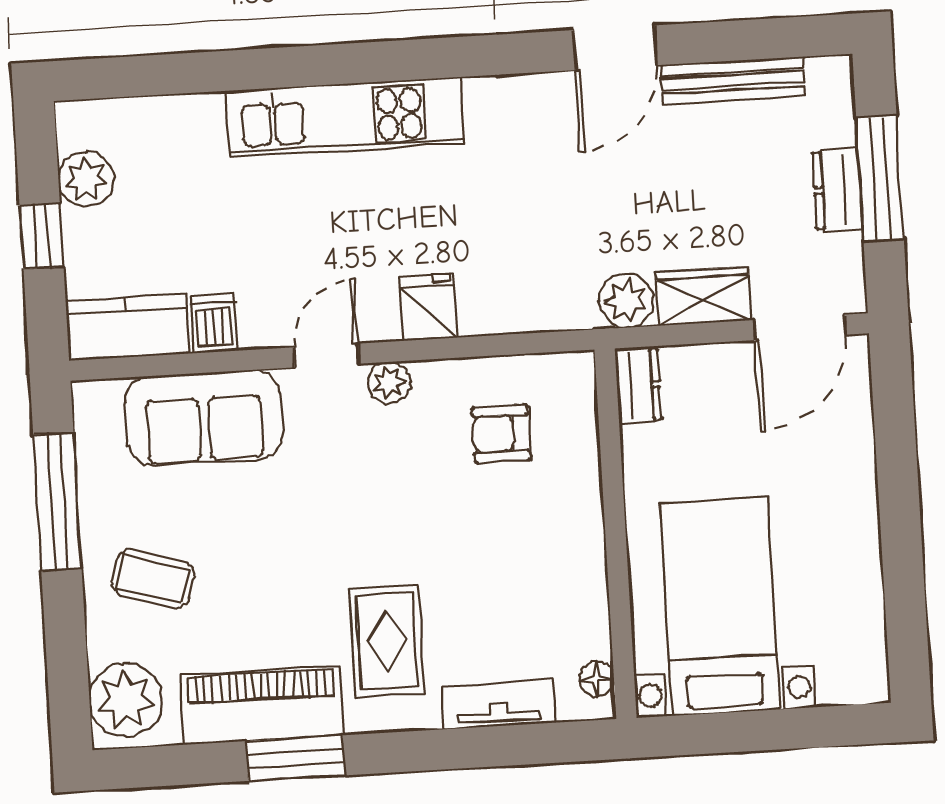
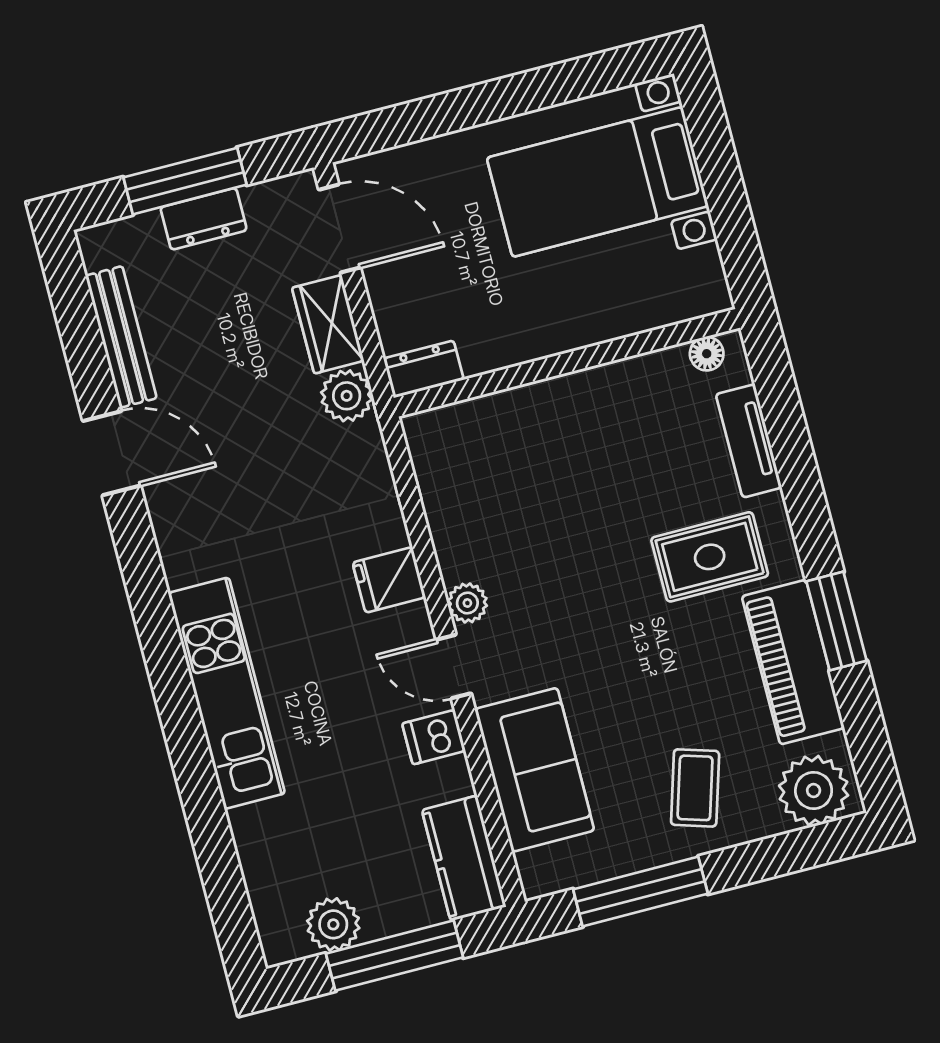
window: (42, 236) -> (395, 956), width x2.17
dishwasher: (214, 323) -> (434, 737), moved
armchair: (501, 433) -> (494, 488), removed
bed with nightstands: (720, 606) -> (598, 182), moved

